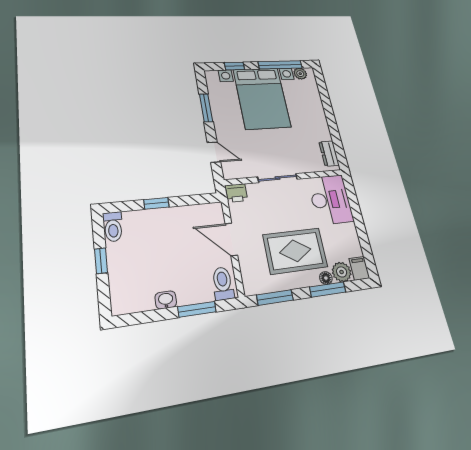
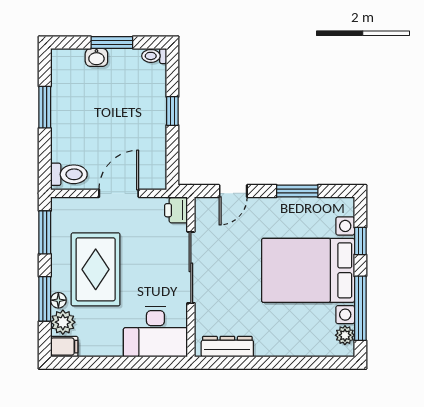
dresser: (329, 153) -> (227, 347), width x1.44
sliding door: (278, 178) -> (191, 267), width x1.37
toilet: (113, 227) -> (154, 56), width x0.73, depth x0.72
window: (101, 261) -> (112, 43), width x1.50
washbasin: (166, 300) -> (96, 57), moved, turned 90
window: (197, 309) -> (45, 107), moved

